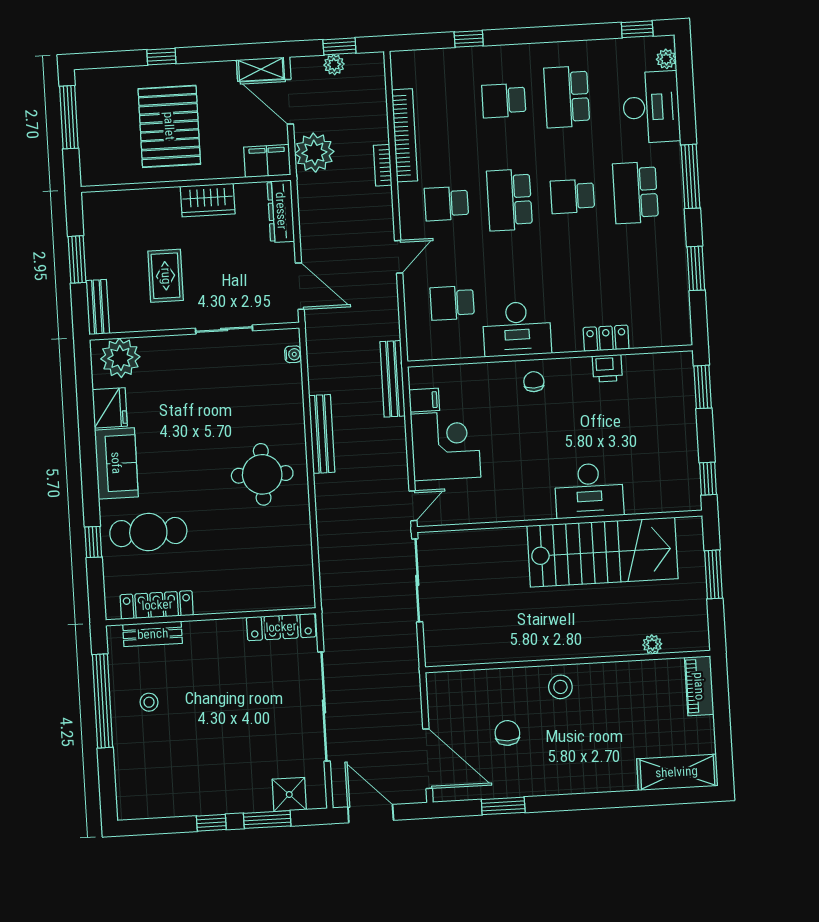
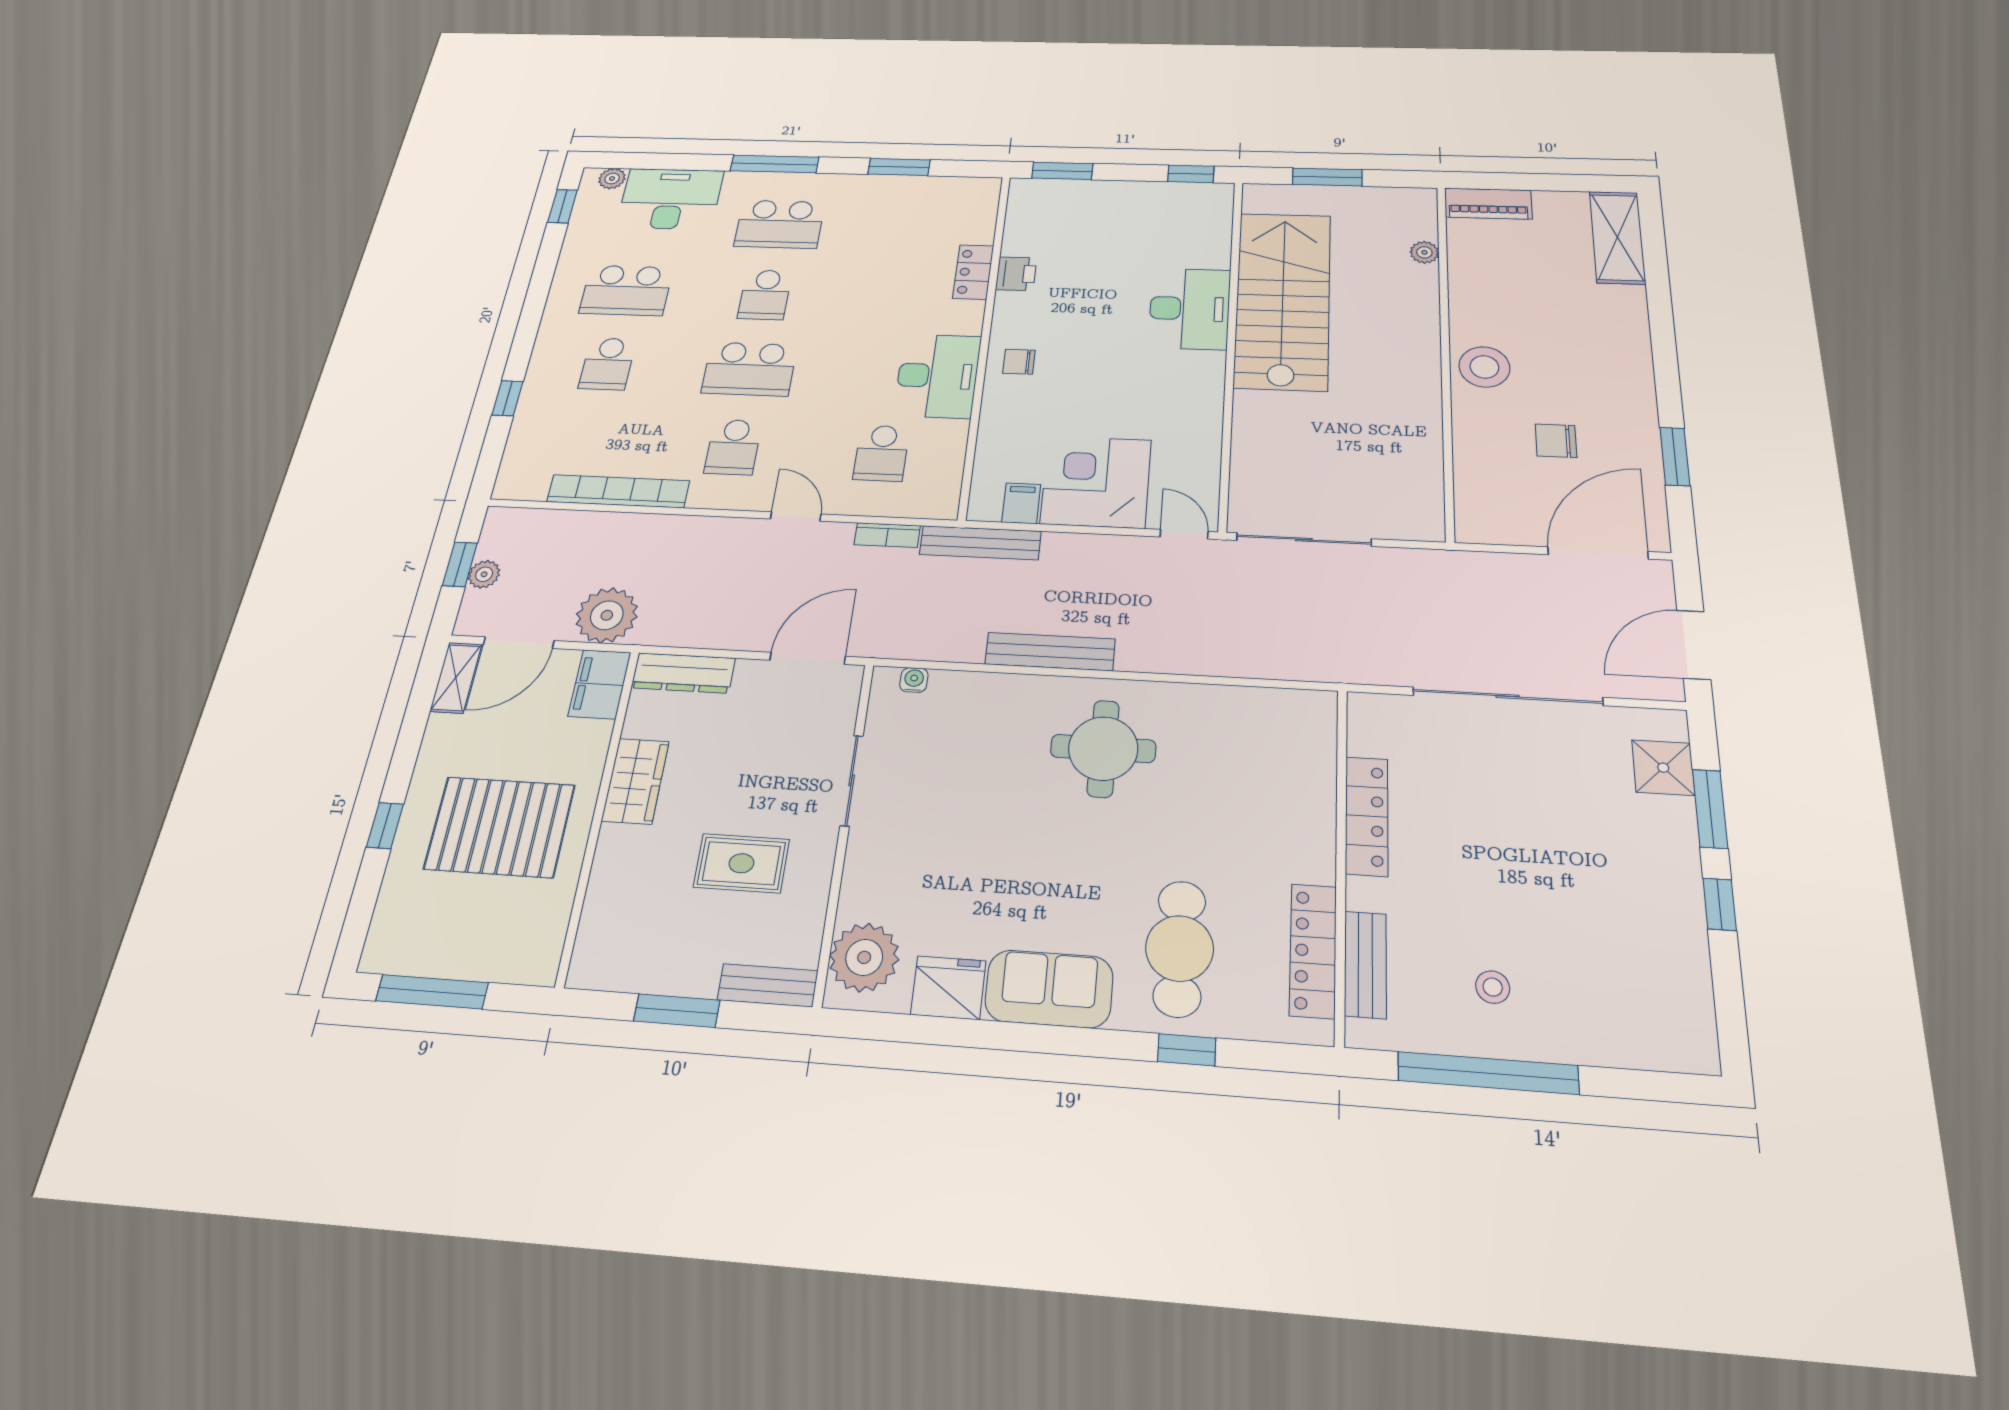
bookcase: (383, 165) -> (887, 535), moved
locker: (281, 627) -> (1367, 816), moved
stool: (560, 687) -> (1484, 367), width x1.38, depth x1.38

